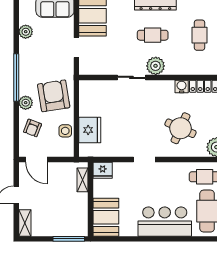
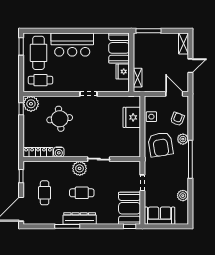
round table: (180, 128) -> (60, 119), turned -31
fridge: (103, 170) -> (123, 72), moved, turned -90

